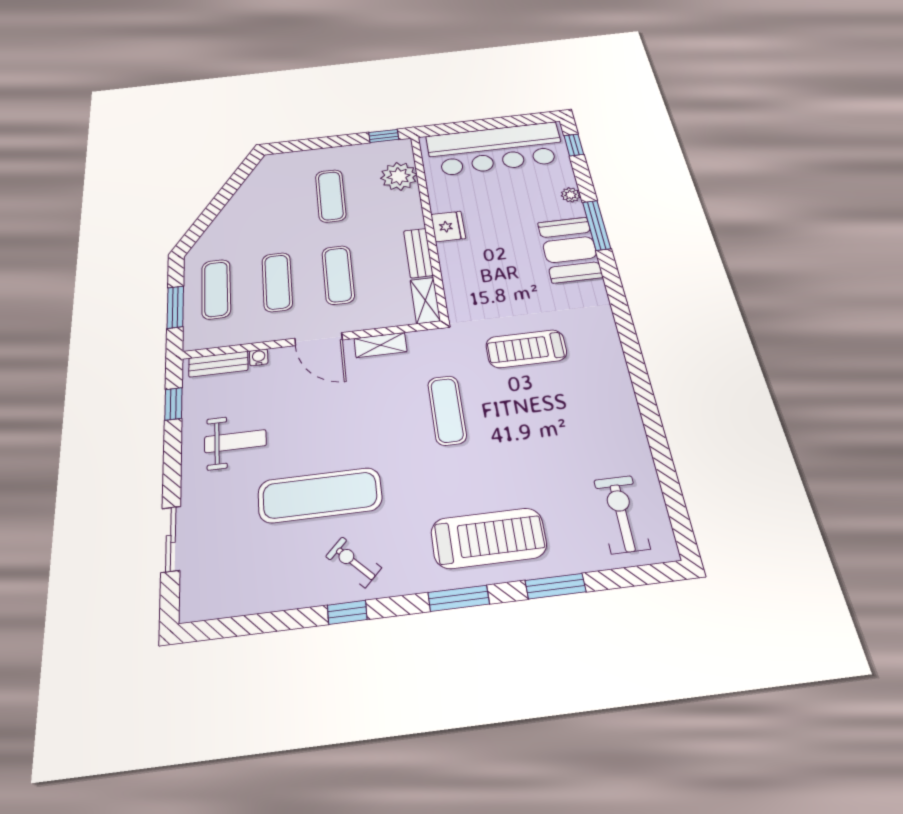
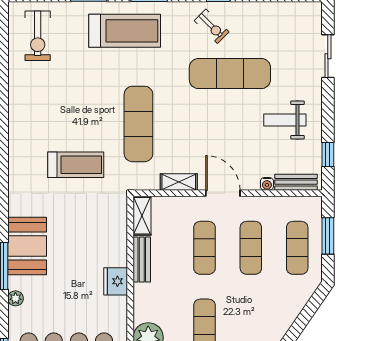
exercise mat: (447, 410) -> (138, 124), width x1.36, depth x1.45
treadmill: (489, 538) -> (125, 31), turned 180

